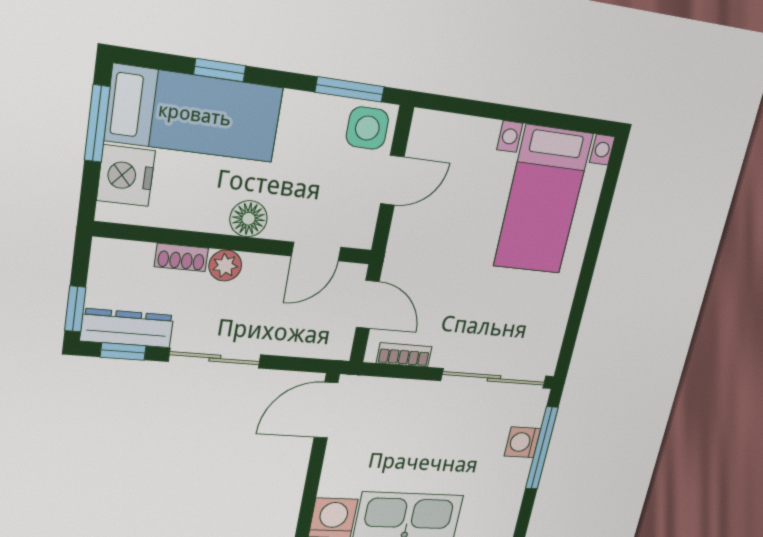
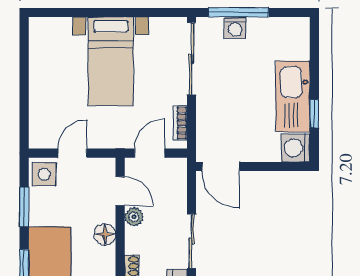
window: (350, 89) -> (24, 207), moved
door: (392, 180) -> (72, 153), hinge flipped
bed with nightstands: (543, 200) -> (111, 61), moved, turned 90
plant: (225, 266) -> (134, 217), moved

